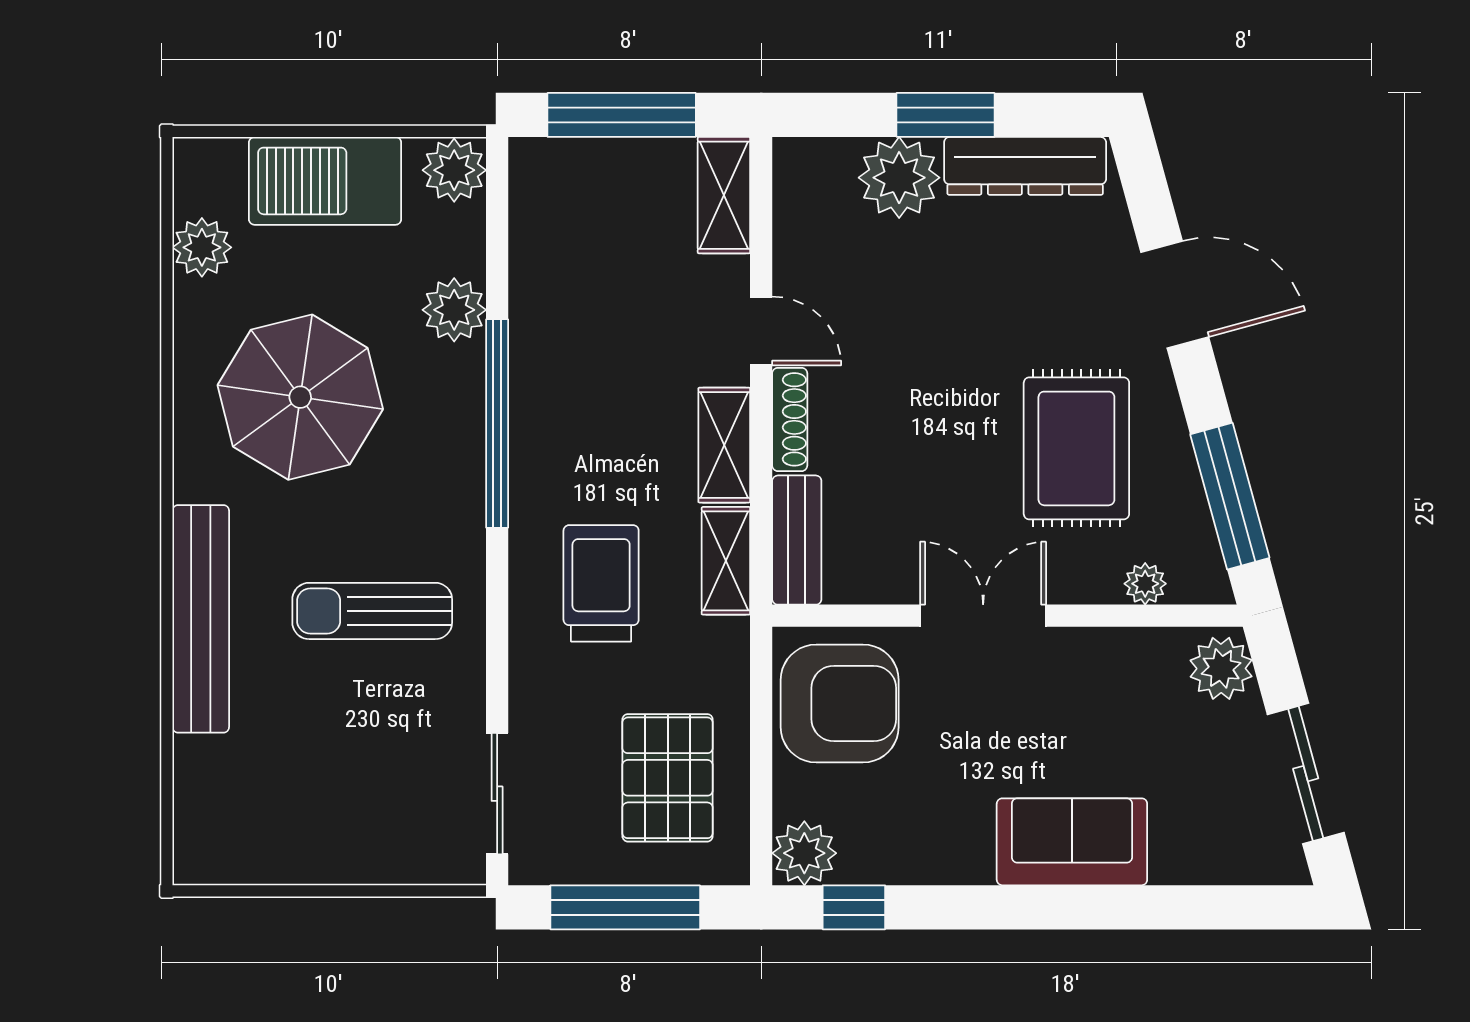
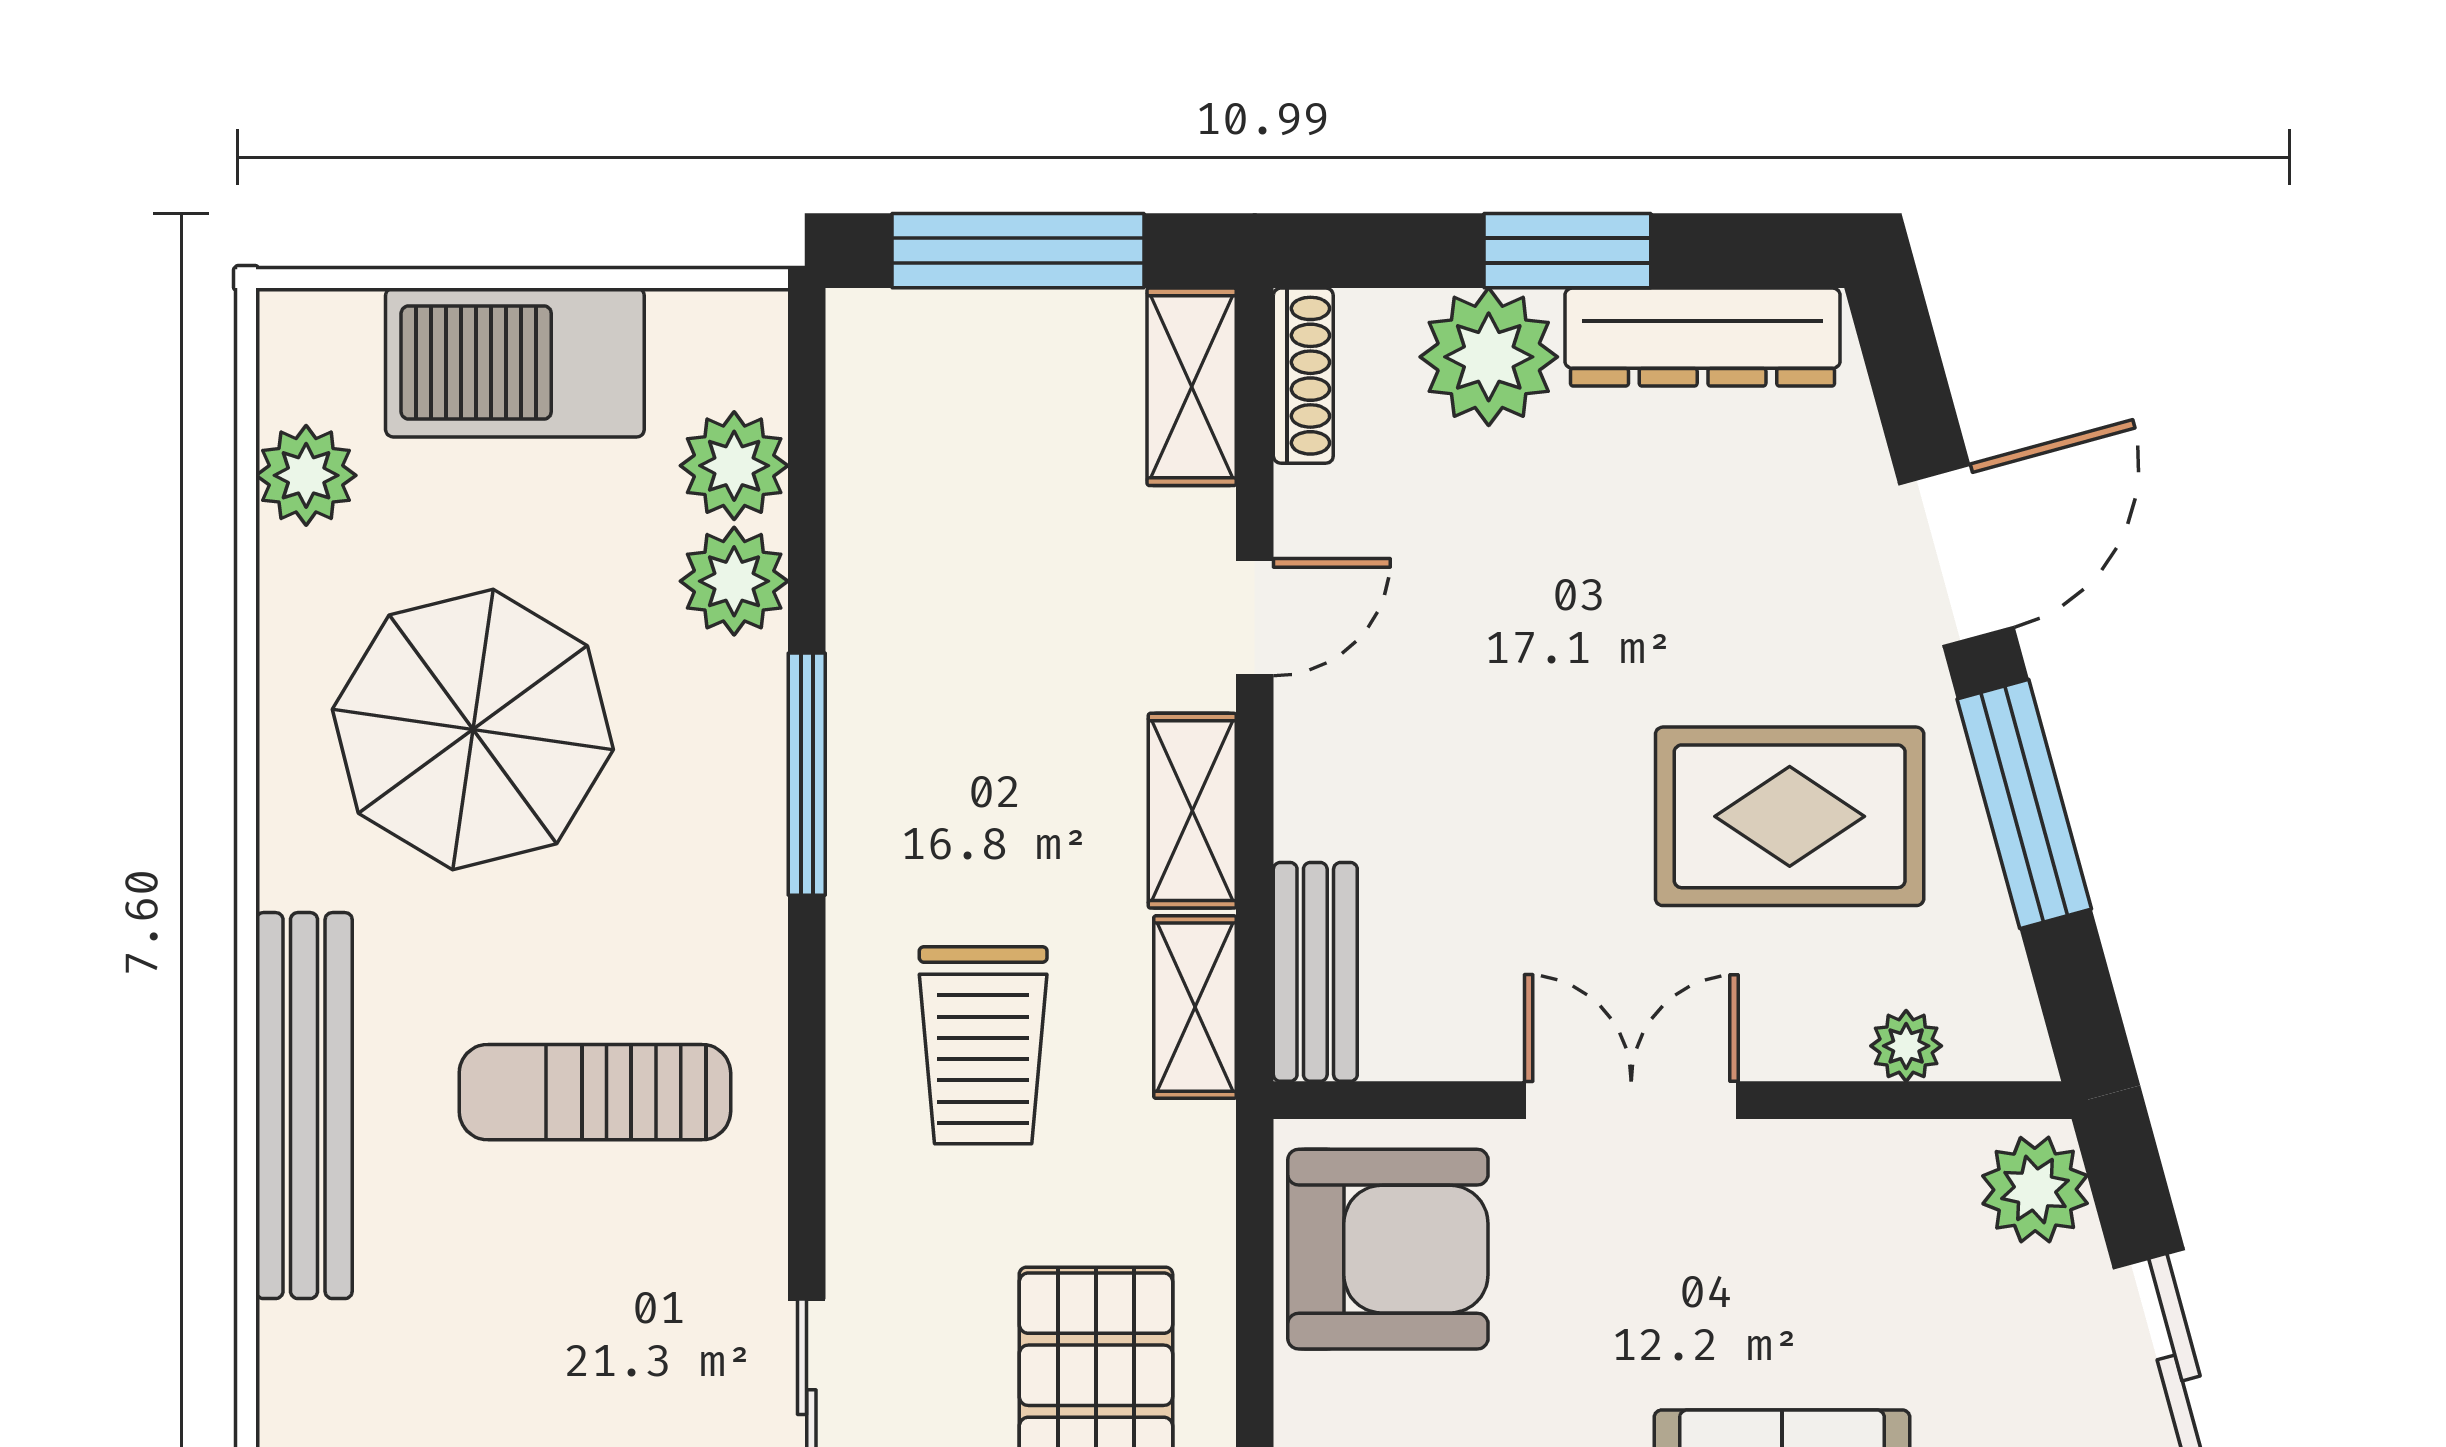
plant: (454, 170) -> (734, 466), moved
door: (1175, 295) -> (1956, 555), hinge flipped
door: (761, 331) -> (1255, 617), hinge flipped
shoe rack: (790, 419) -> (1303, 376), moved
window: (497, 423) -> (807, 774), width x0.68
rug: (1076, 448) -> (1790, 816), turned 90
window: (1230, 496) -> (2024, 804), moved
trolley: (601, 583) -> (983, 1045), turned 180

